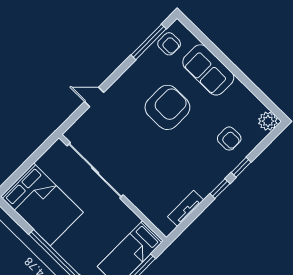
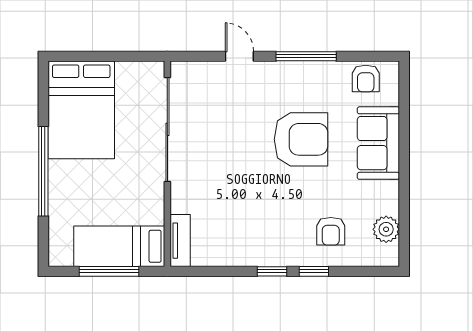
window: (149, 42) -> (306, 56), moved
plant: (268, 121) -> (386, 229), moved
tv unit: (186, 208) -> (180, 241), moved, turned 90

